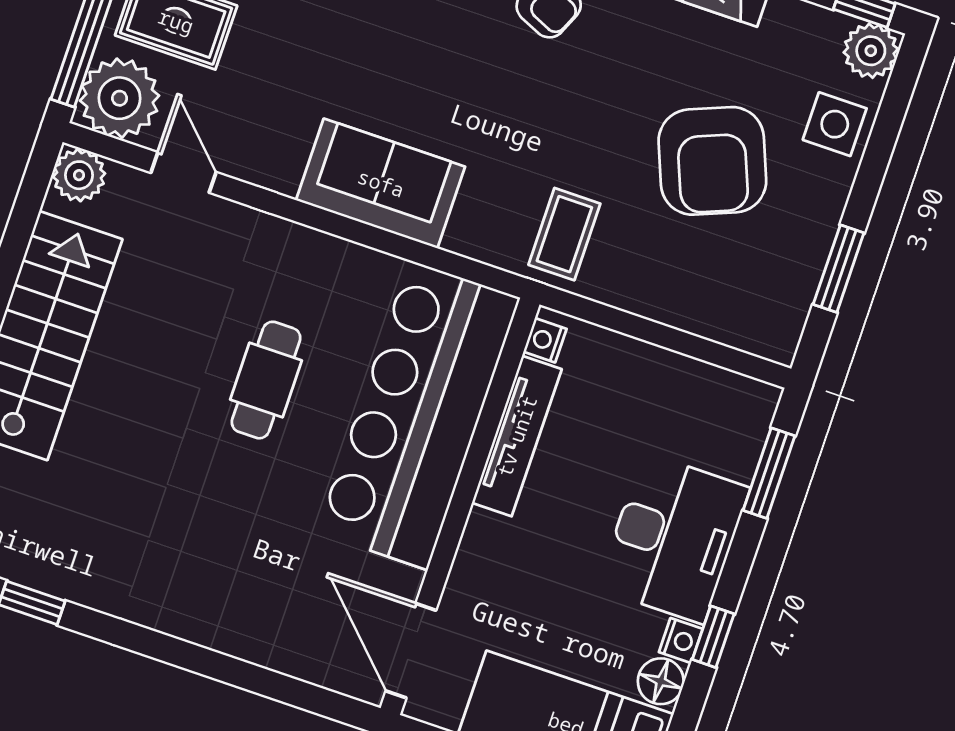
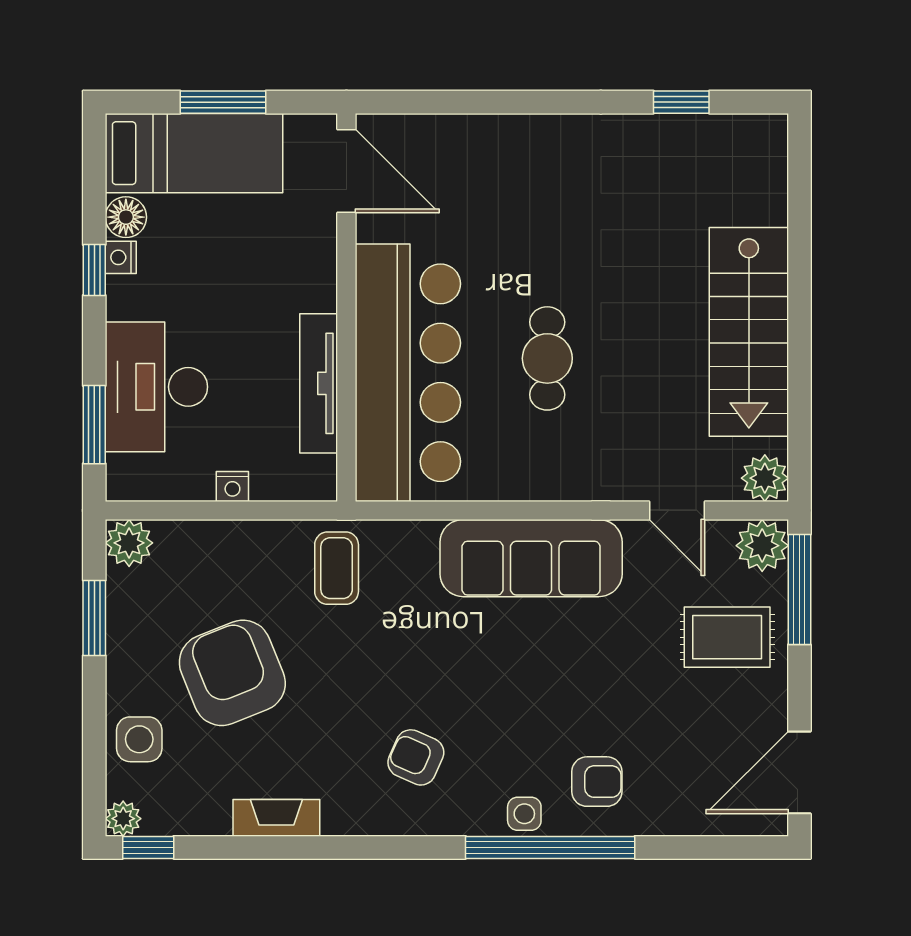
plant: (871, 51) -> (123, 819), width x0.73, depth x0.73
plant: (120, 98) -> (762, 546), width x0.73, depth x0.73
sofa: (381, 183) -> (531, 558), width x1.36
plant: (775, 335) -> (129, 543), added
nightstand: (545, 340) -> (232, 486), moved, turned 90
desk: (673, 538) -> (156, 387), moved

